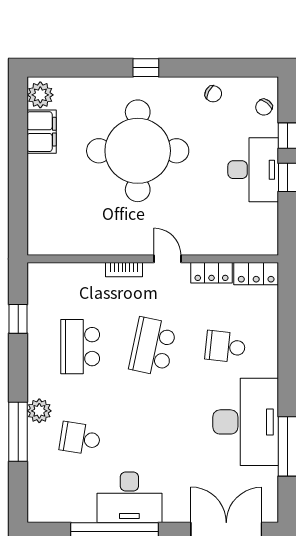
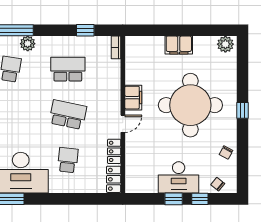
filing cabinet: (42, 132) -> (179, 45), moved
filing cabinet: (126, 242) -> (133, 98), added
bookcase: (124, 270) -> (116, 47), moved

